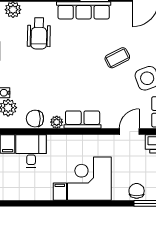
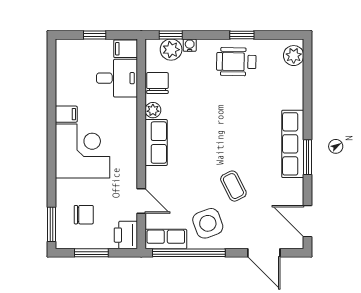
wheelchair: (39, 33) -> (236, 62), moved
chair: (137, 191) -> (84, 215), moved

